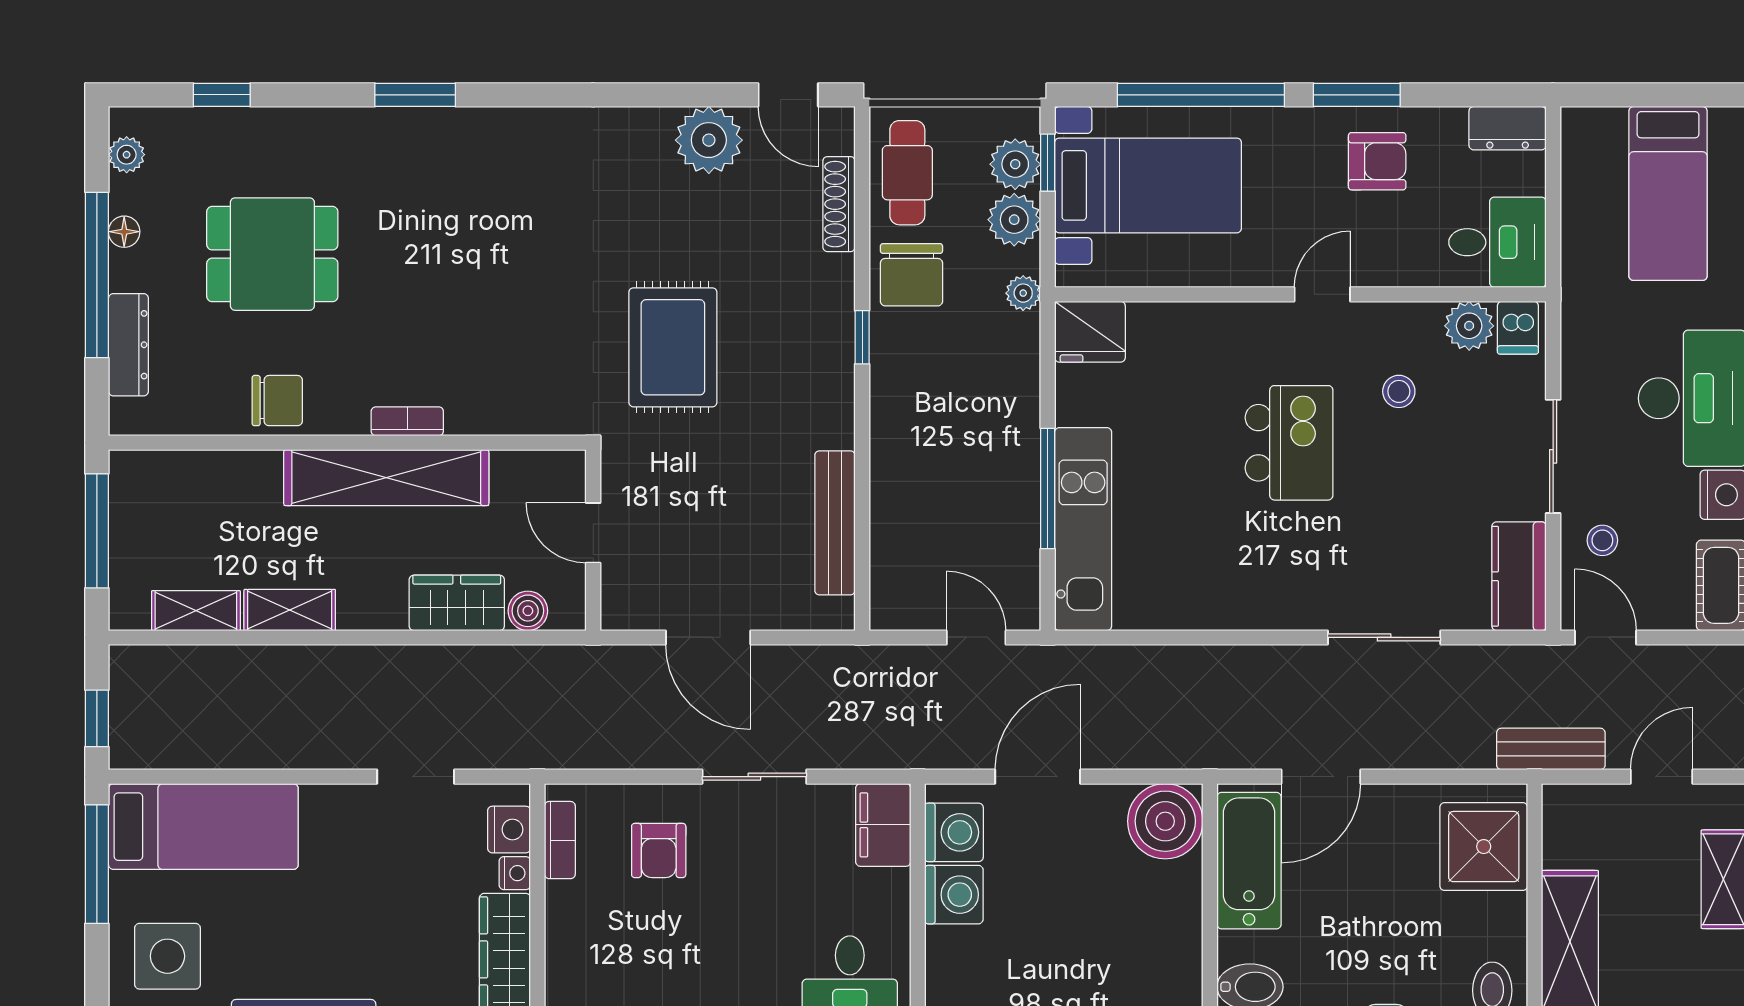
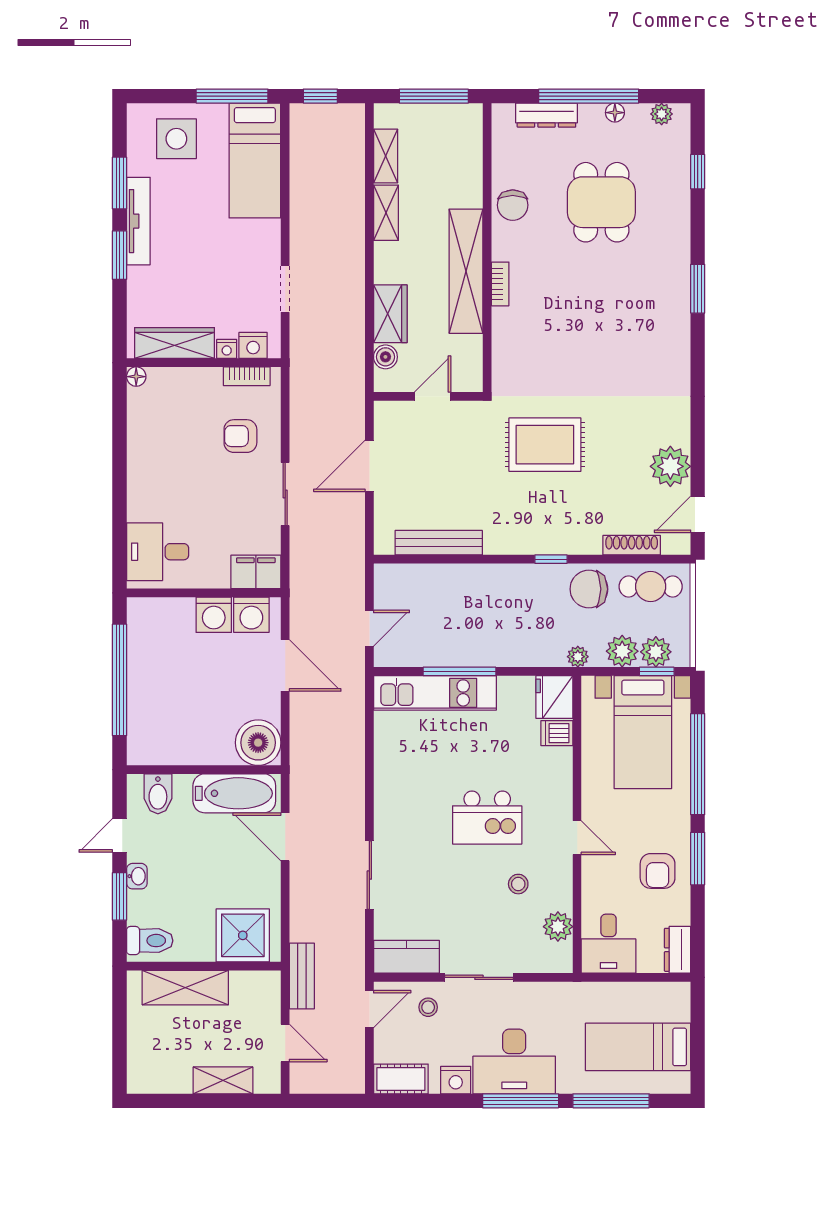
dishwasher: (1518, 328) -> (557, 733), moved

